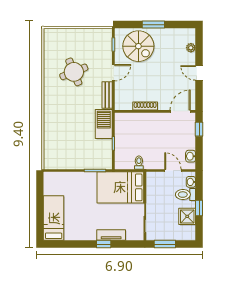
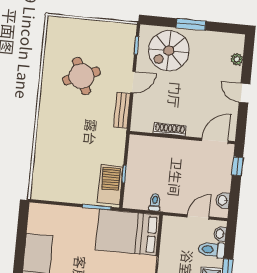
spiral stairs: (138, 46) -> (169, 51), turned 90
barbecue: (104, 124) -> (110, 185), moved
door: (173, 171) -> (198, 217), hinge flipped

